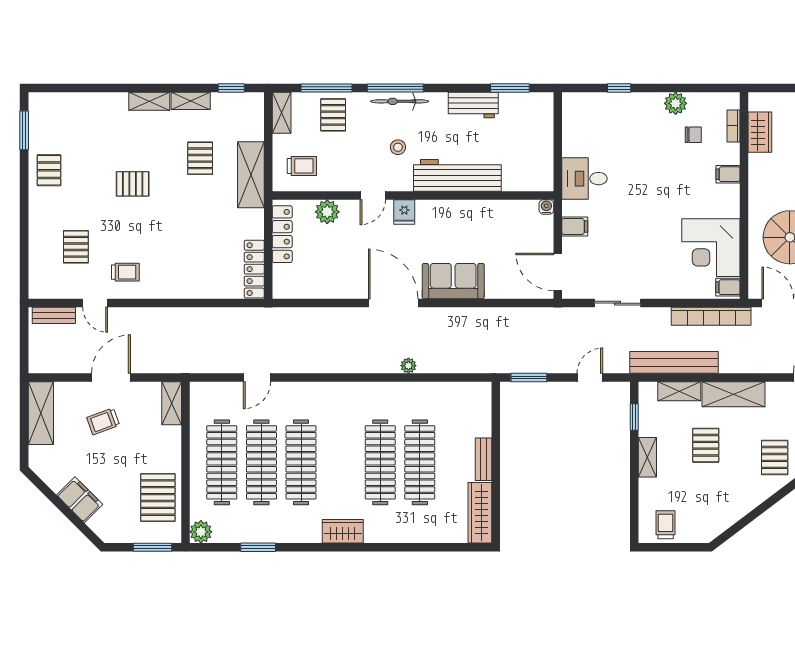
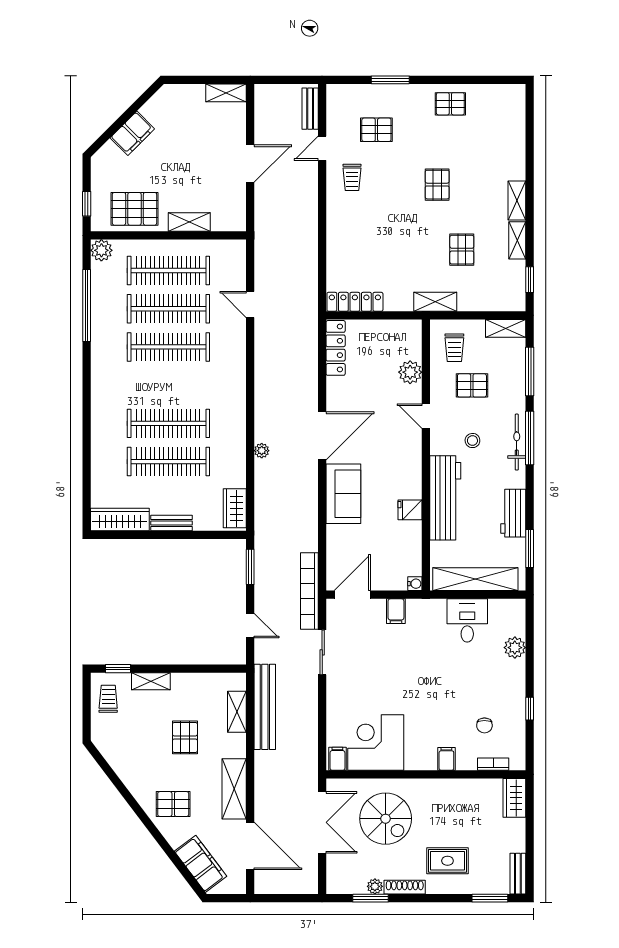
window: (619, 88) -> (530, 709), moved
plant: (676, 103) -> (515, 648), moved
pallet: (333, 115) -> (472, 385), moved
window: (24, 130) -> (390, 80), moved
wardrobe: (760, 132) -> (514, 798), moved, turned 90
shelving: (542, 144) -> (475, 579), added
pallet: (200, 158) -> (462, 250), turned 90
shelving: (251, 175) -> (435, 302), width x0.67, depth x0.75
desk: (585, 179) -> (467, 620), moved
fridge: (404, 212) -> (410, 510), moved
locker: (282, 234) -> (336, 348), moved, turned -90
bookcase: (711, 316) -> (309, 591), moved
door: (111, 378) -> (250, 164), hinge flipped
shelving: (734, 394) -> (234, 789), moved
shelving: (172, 403) -> (189, 222), moved
shelving: (41, 413) -> (226, 93), width x0.67, depth x0.75
window: (634, 417) -> (118, 669), moved
trolley: (103, 421) -> (208, 156), removed
pallet: (706, 445) -> (185, 737), turned 90
shelving: (647, 457) -> (151, 681), moved
trolley: (666, 525) -> (108, 699), turned -90
wardrobe: (343, 531) -> (235, 508), moved, turned 180
window: (153, 547) -> (87, 204), width x0.67
window: (258, 547) -> (87, 306), width x2.11

